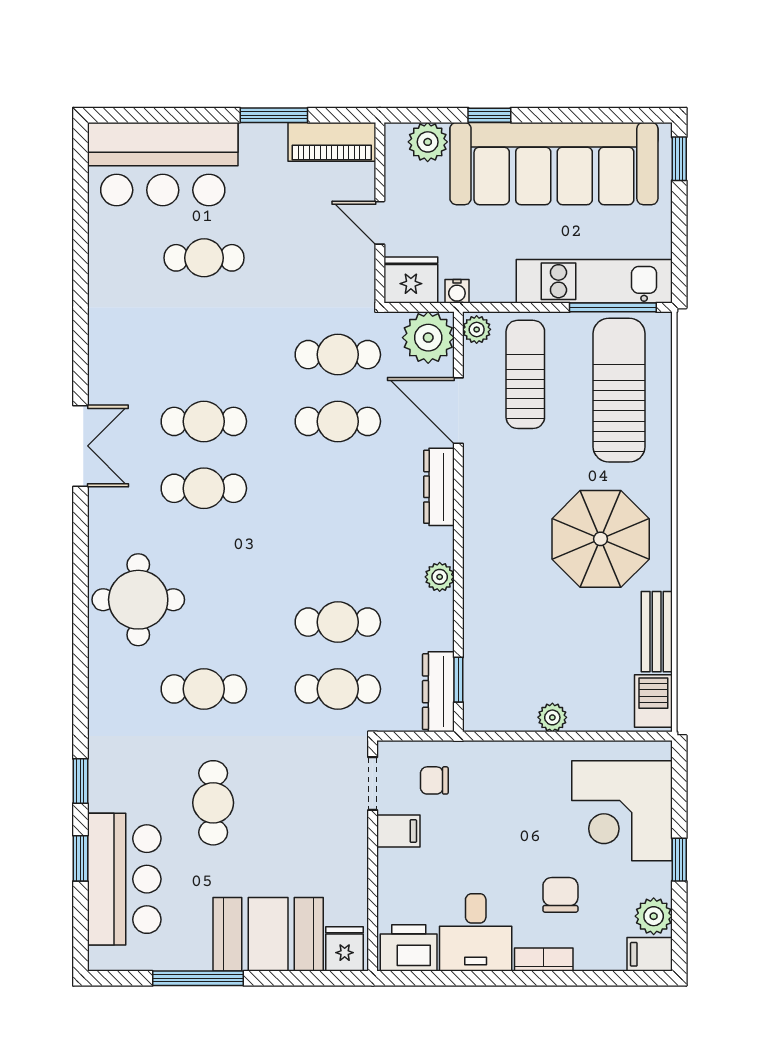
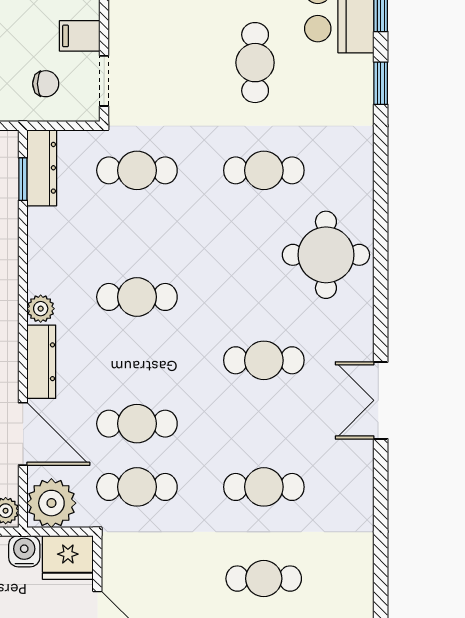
water cooler: (457, 291) -> (24, 551), width x1.38, depth x1.38
cafe table: (204, 421) -> (264, 487), moved
plant: (440, 577) -> (41, 309), moved
cafe table: (338, 622) -> (137, 297), moved

